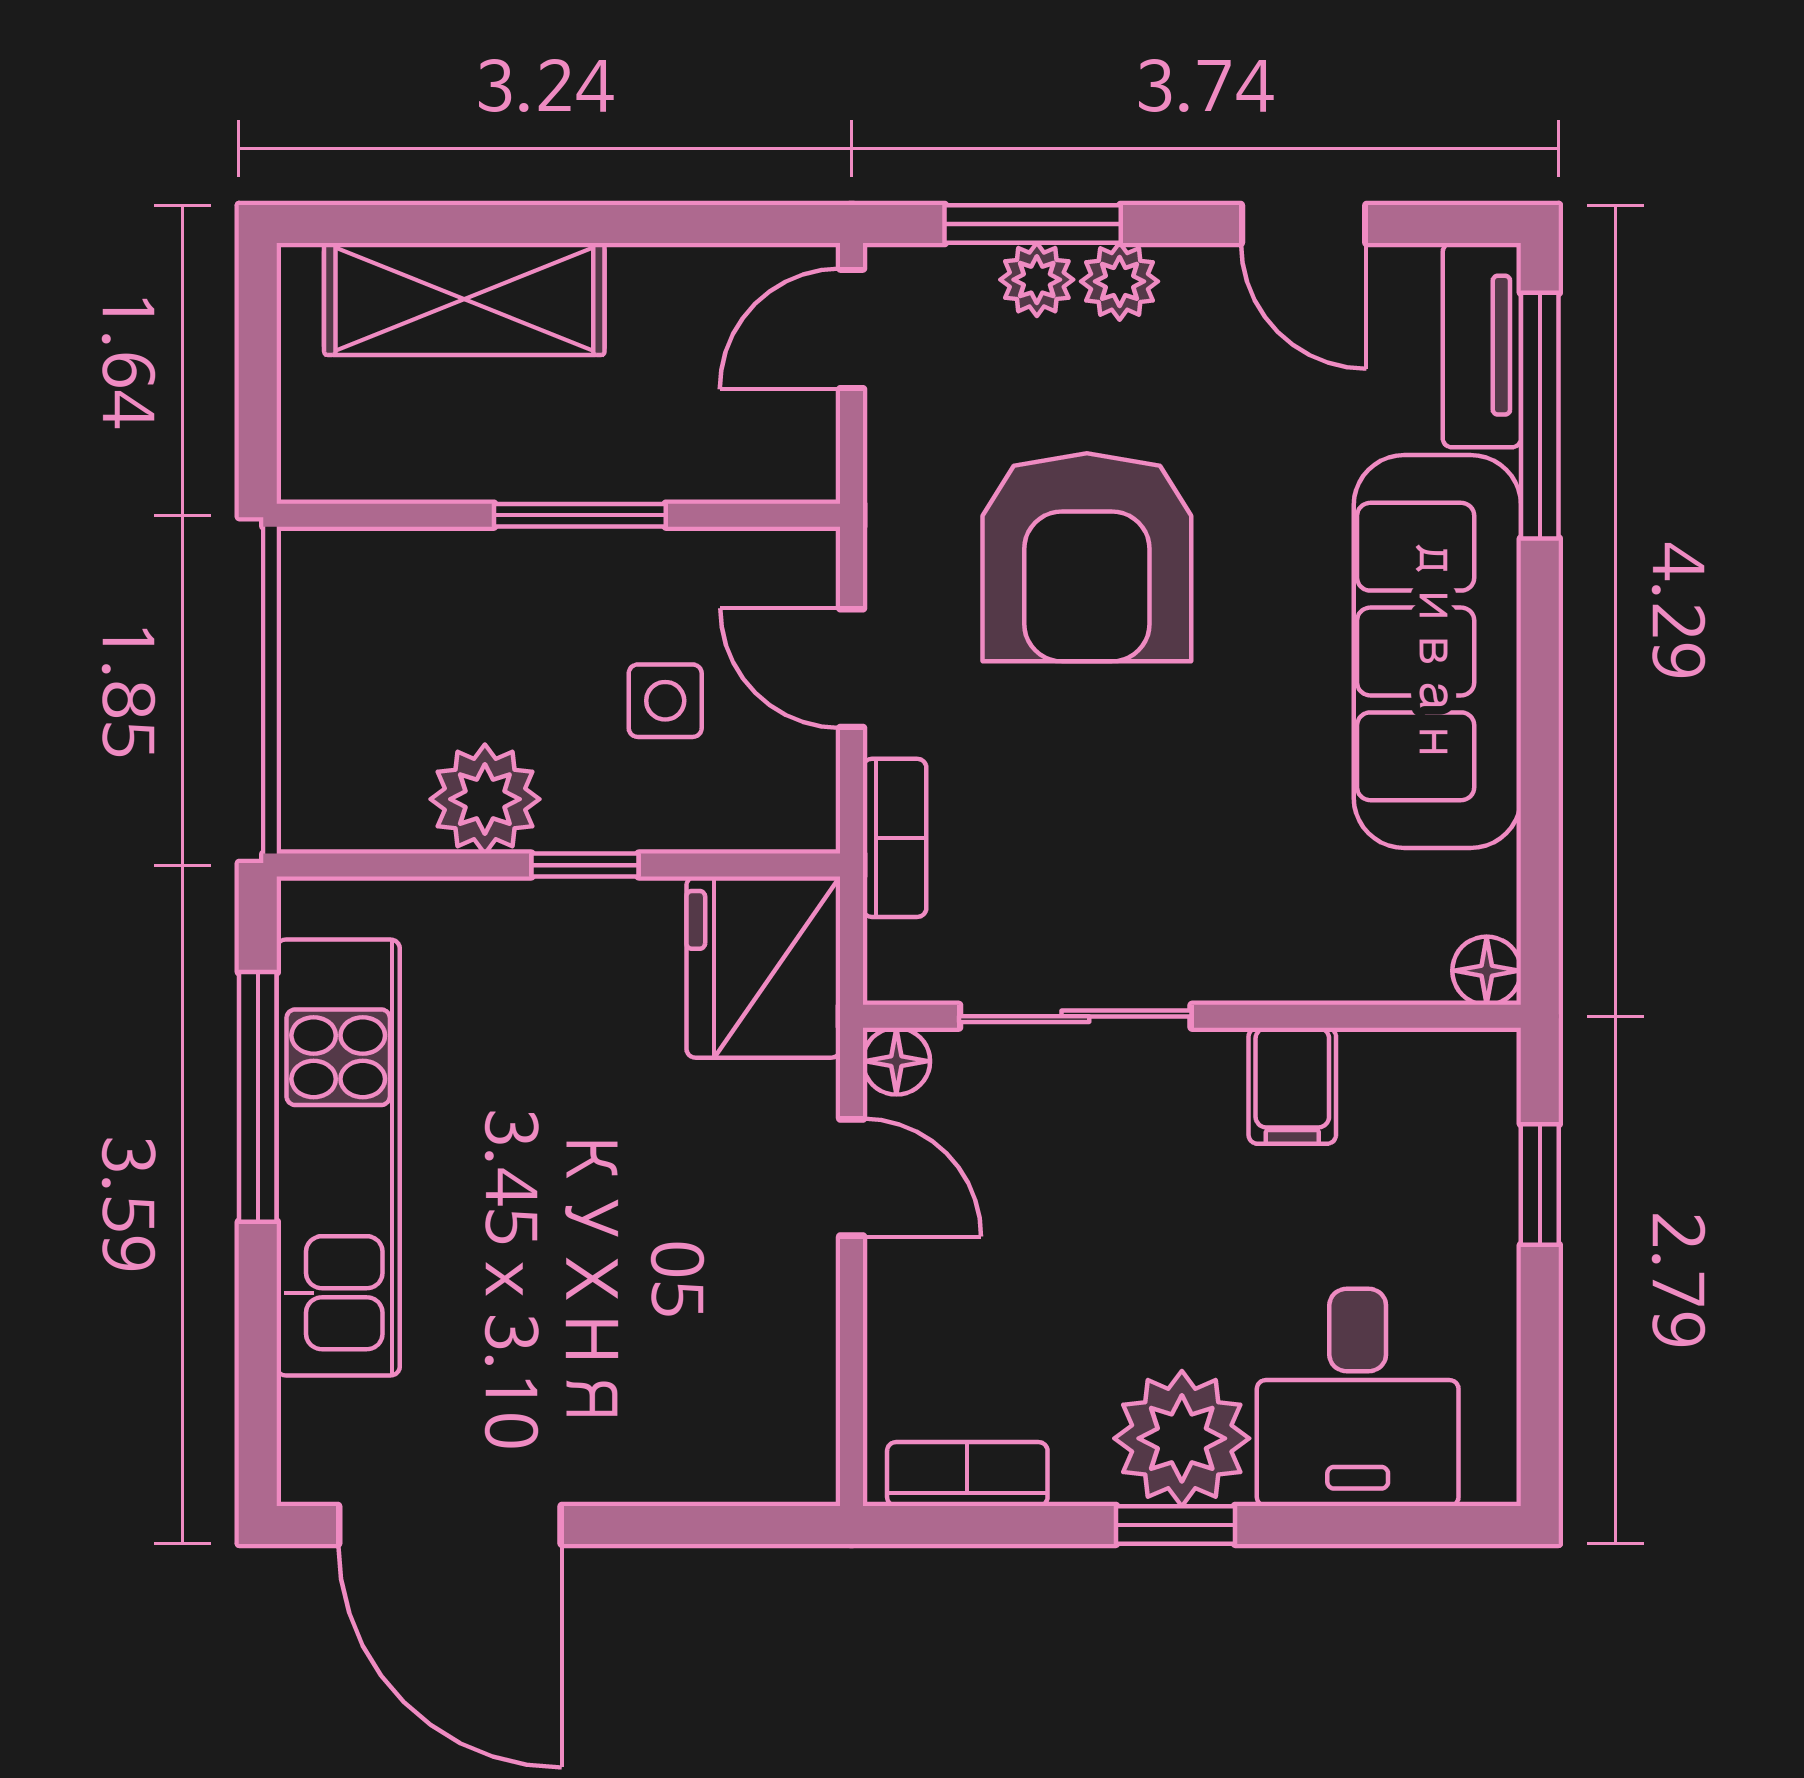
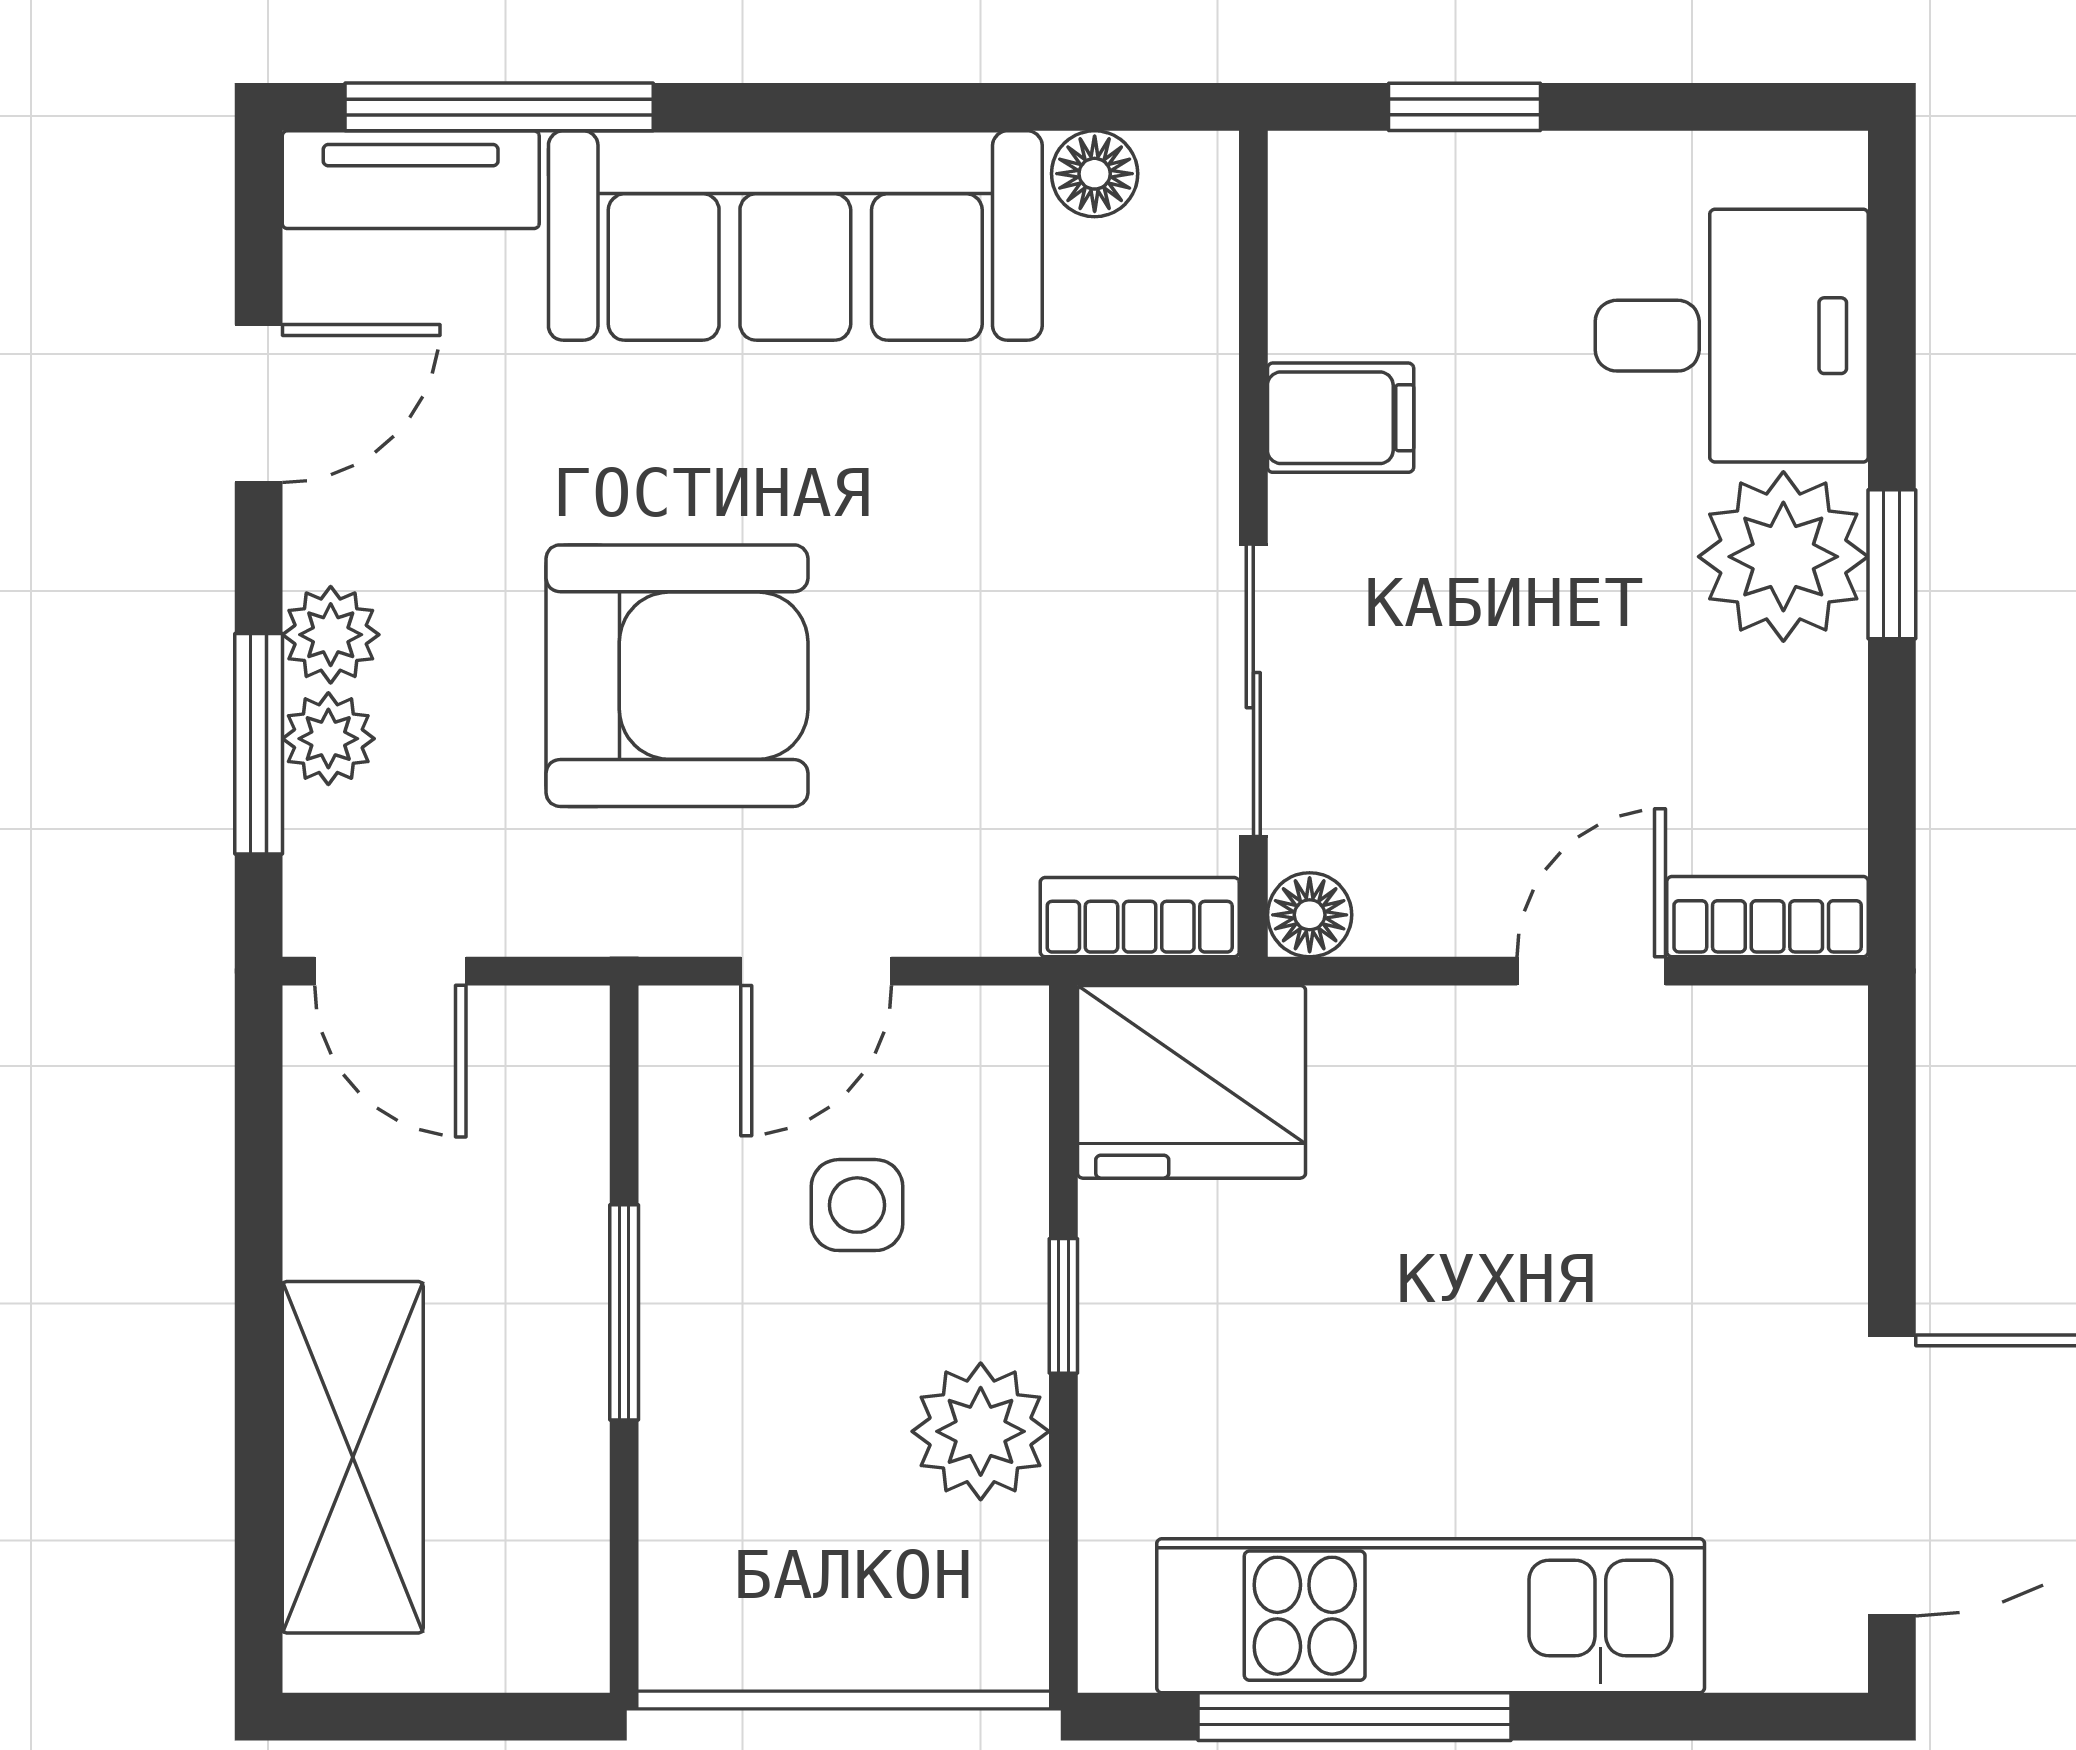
bookcase: (895, 838) -> (1140, 917), moved
floor lamp: (1487, 971) -> (1095, 174), moved
door: (852, 1178) -> (1591, 971), moved
bookcase: (967, 1474) -> (1768, 917), moved, turned 90

